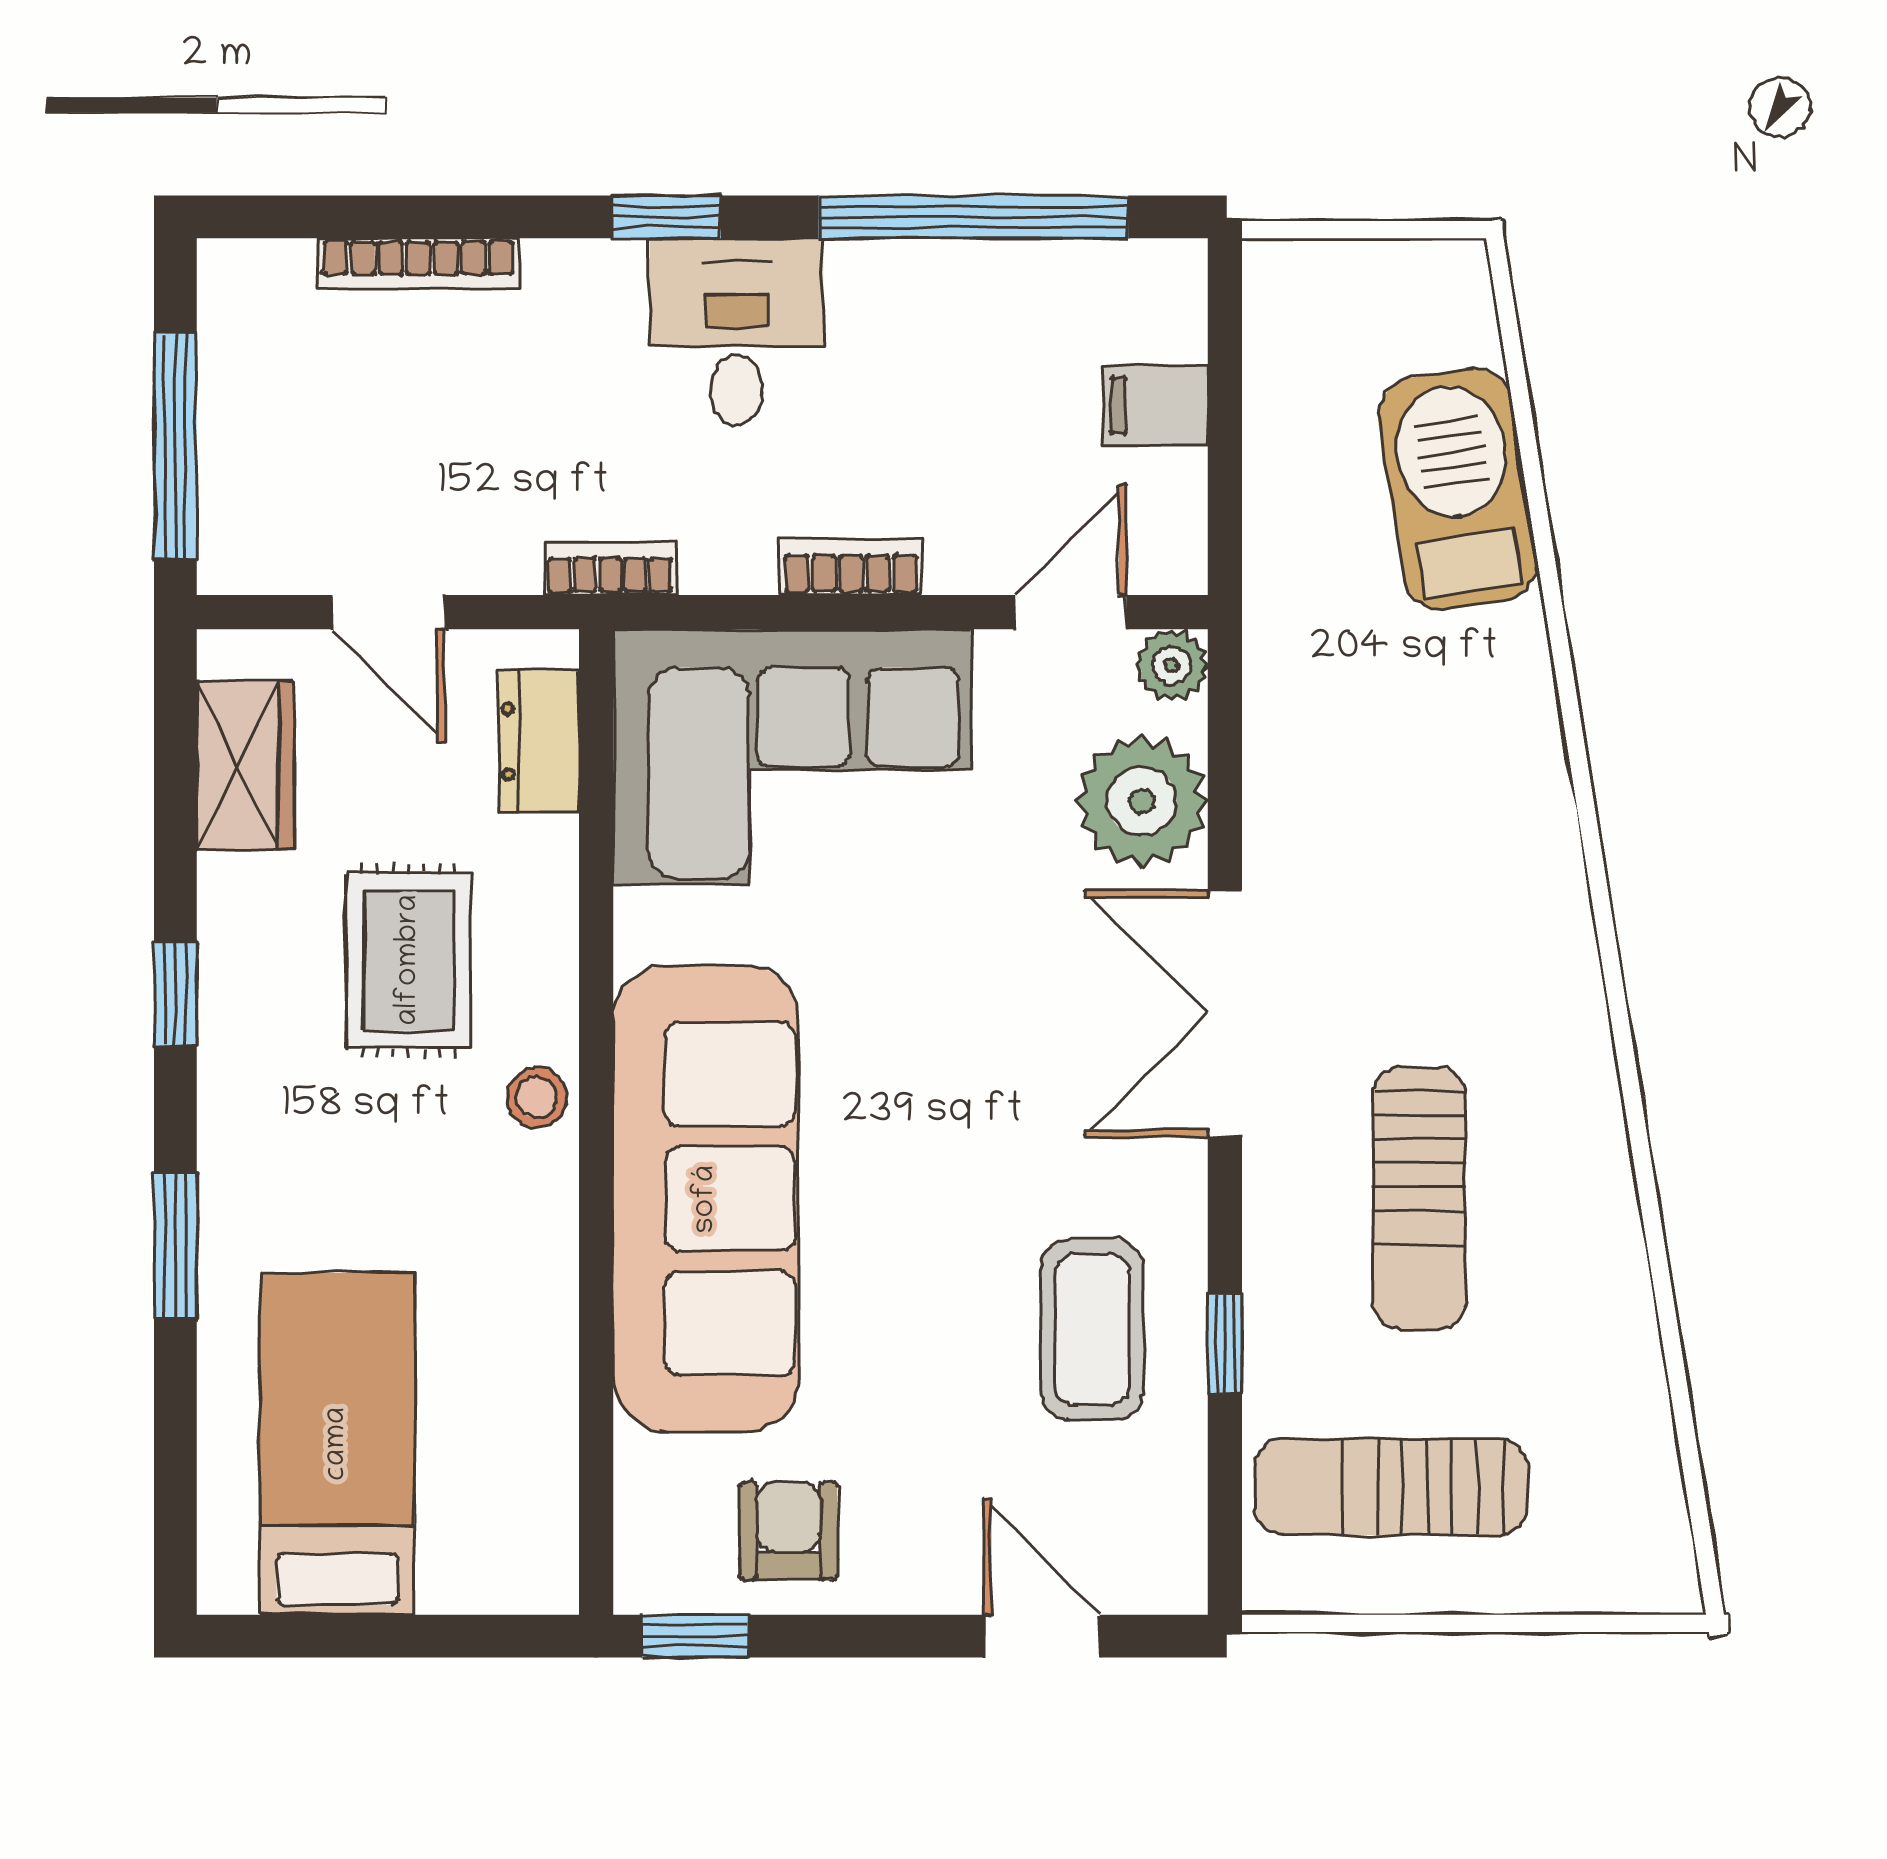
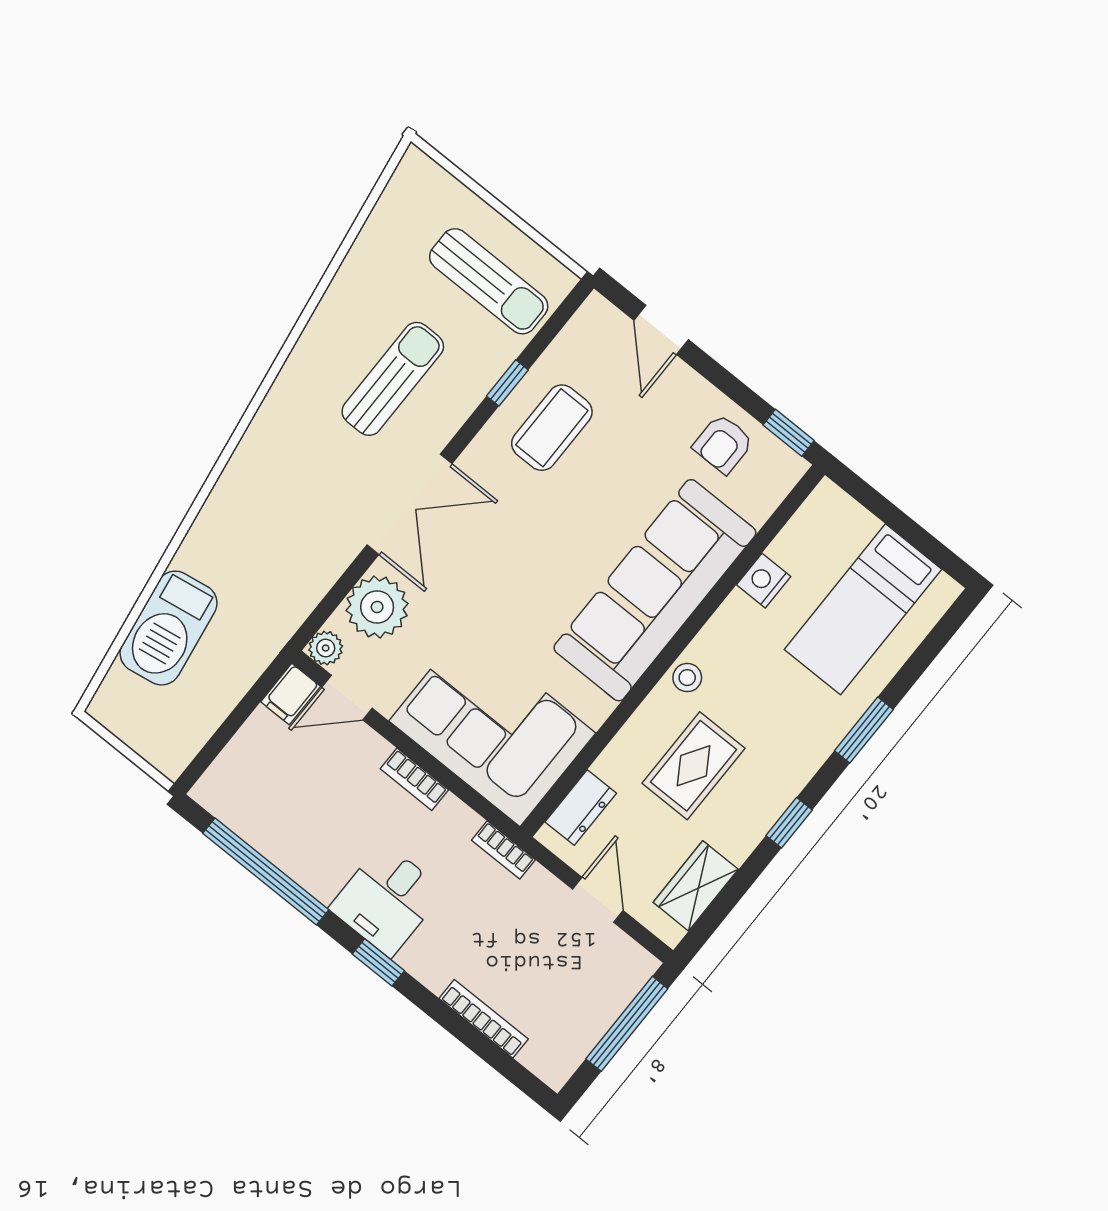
filing cabinet: (1155, 405) -> (291, 694), moved, turned 90
nightstand: (540, 1359) -> (764, 581), added

